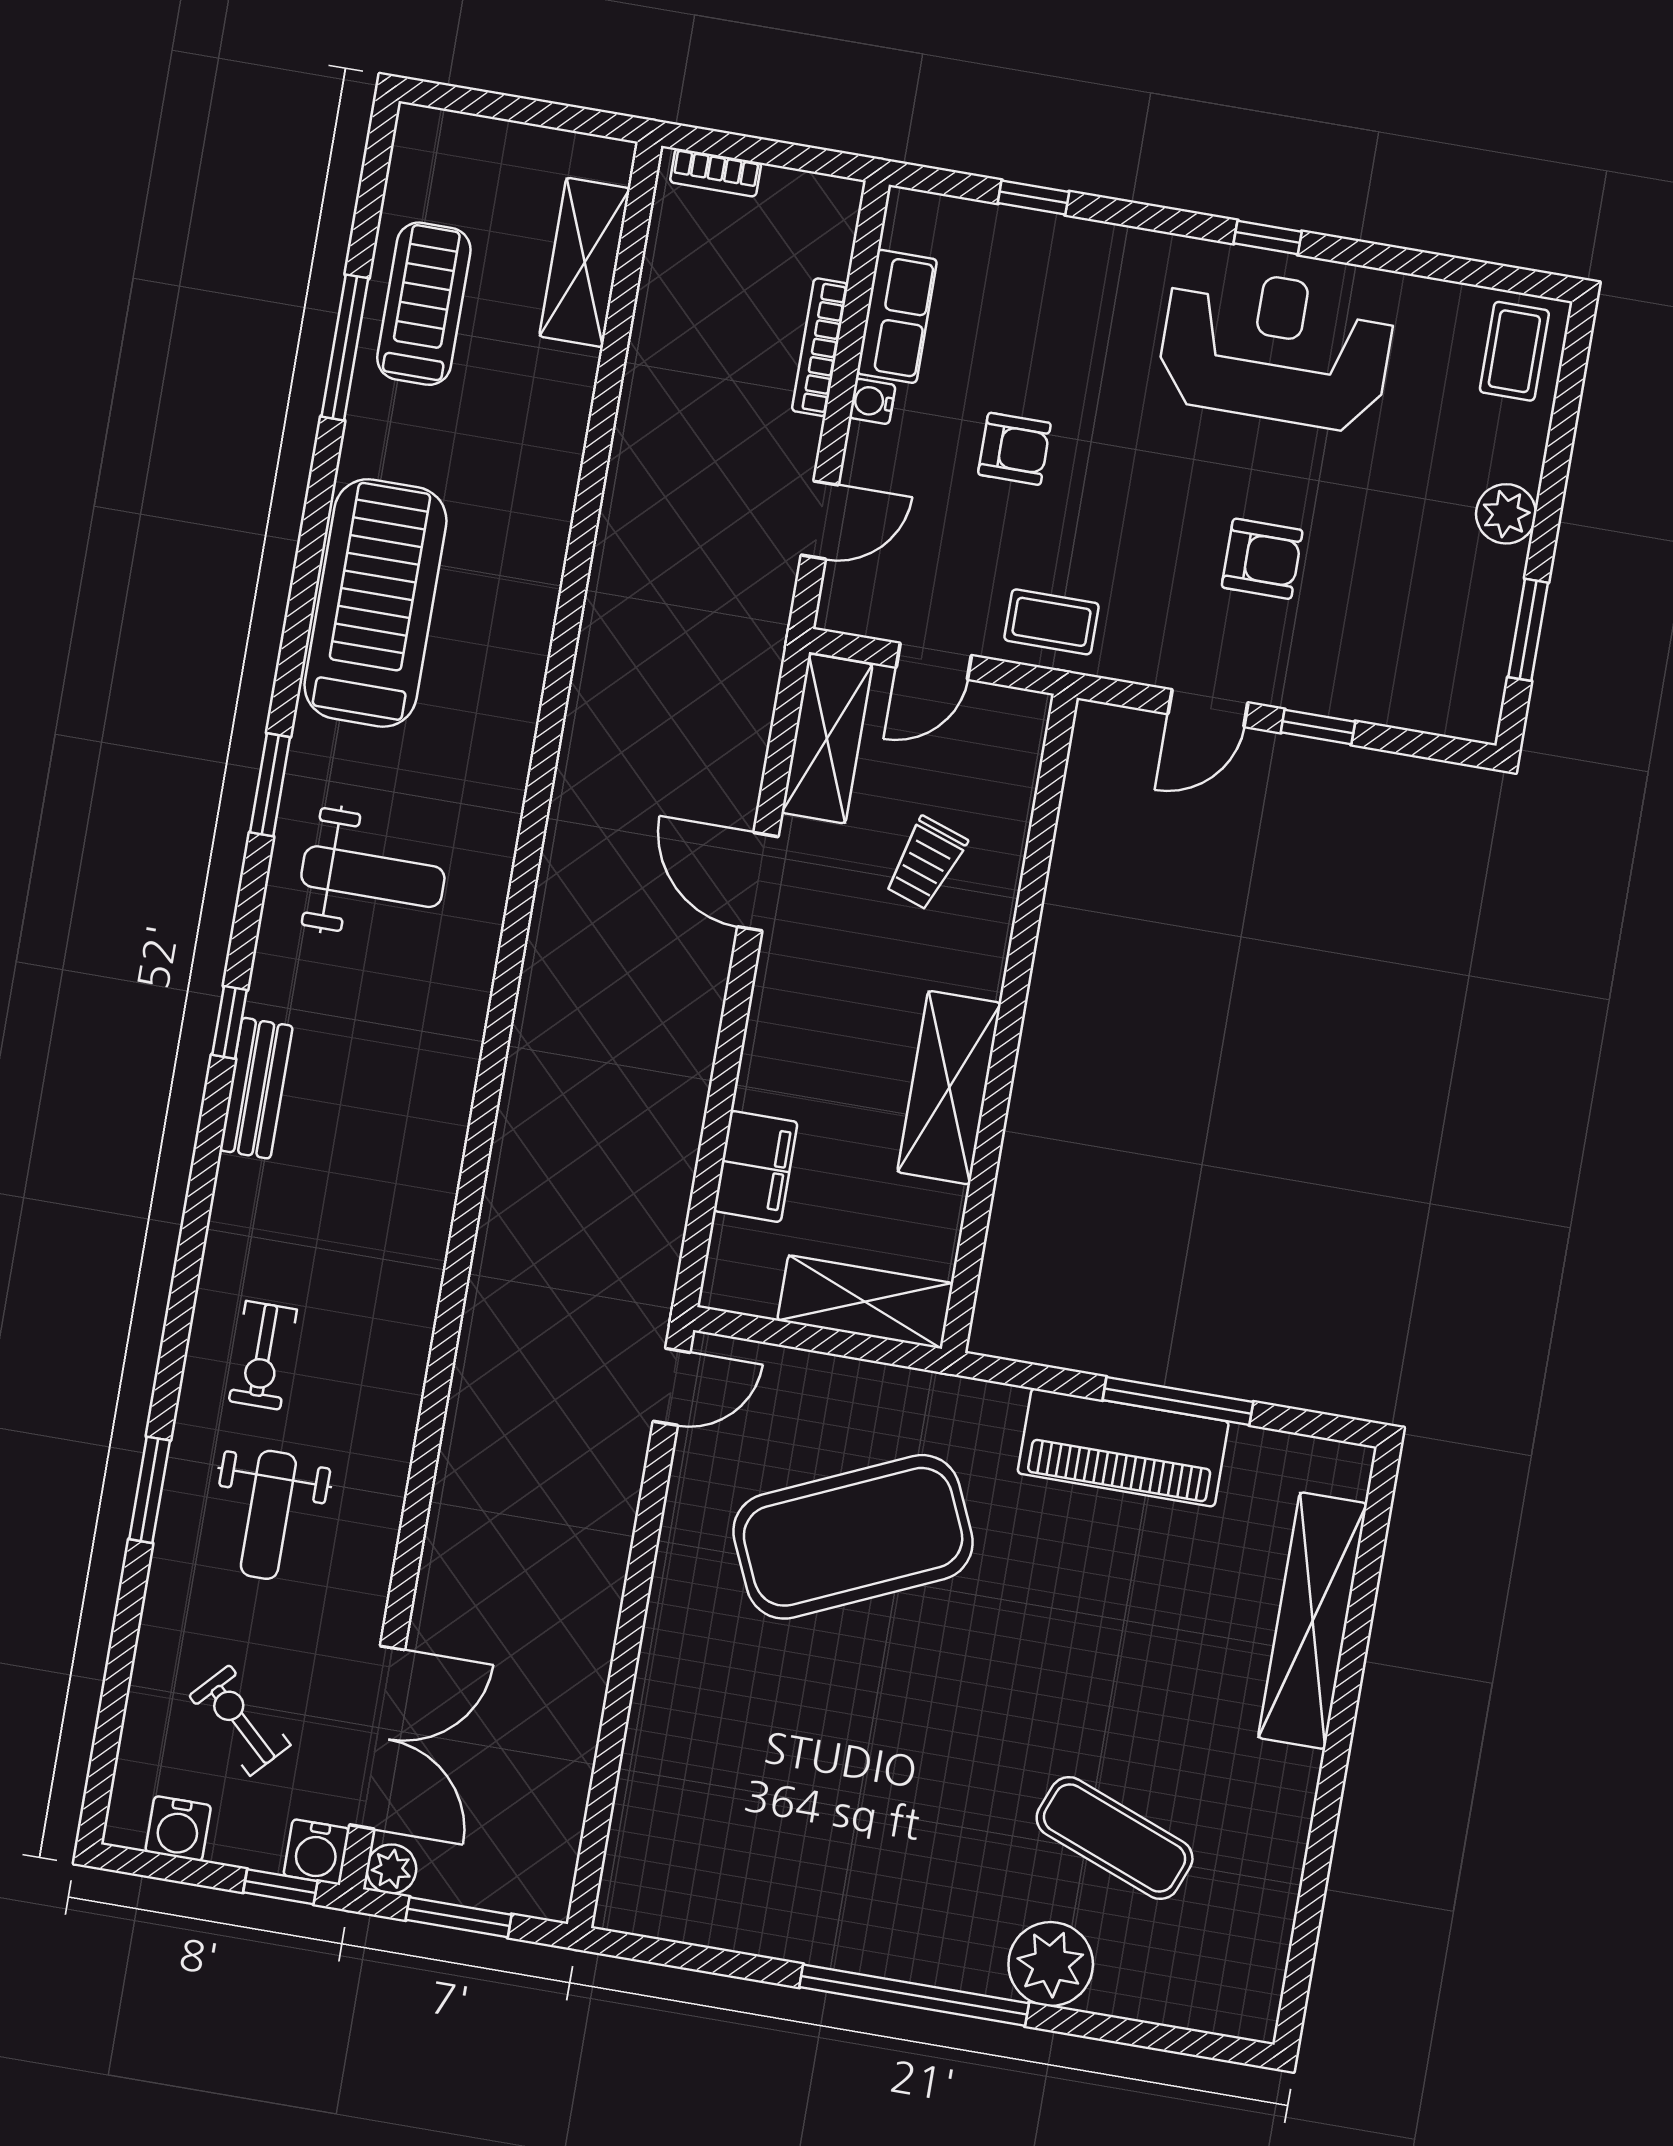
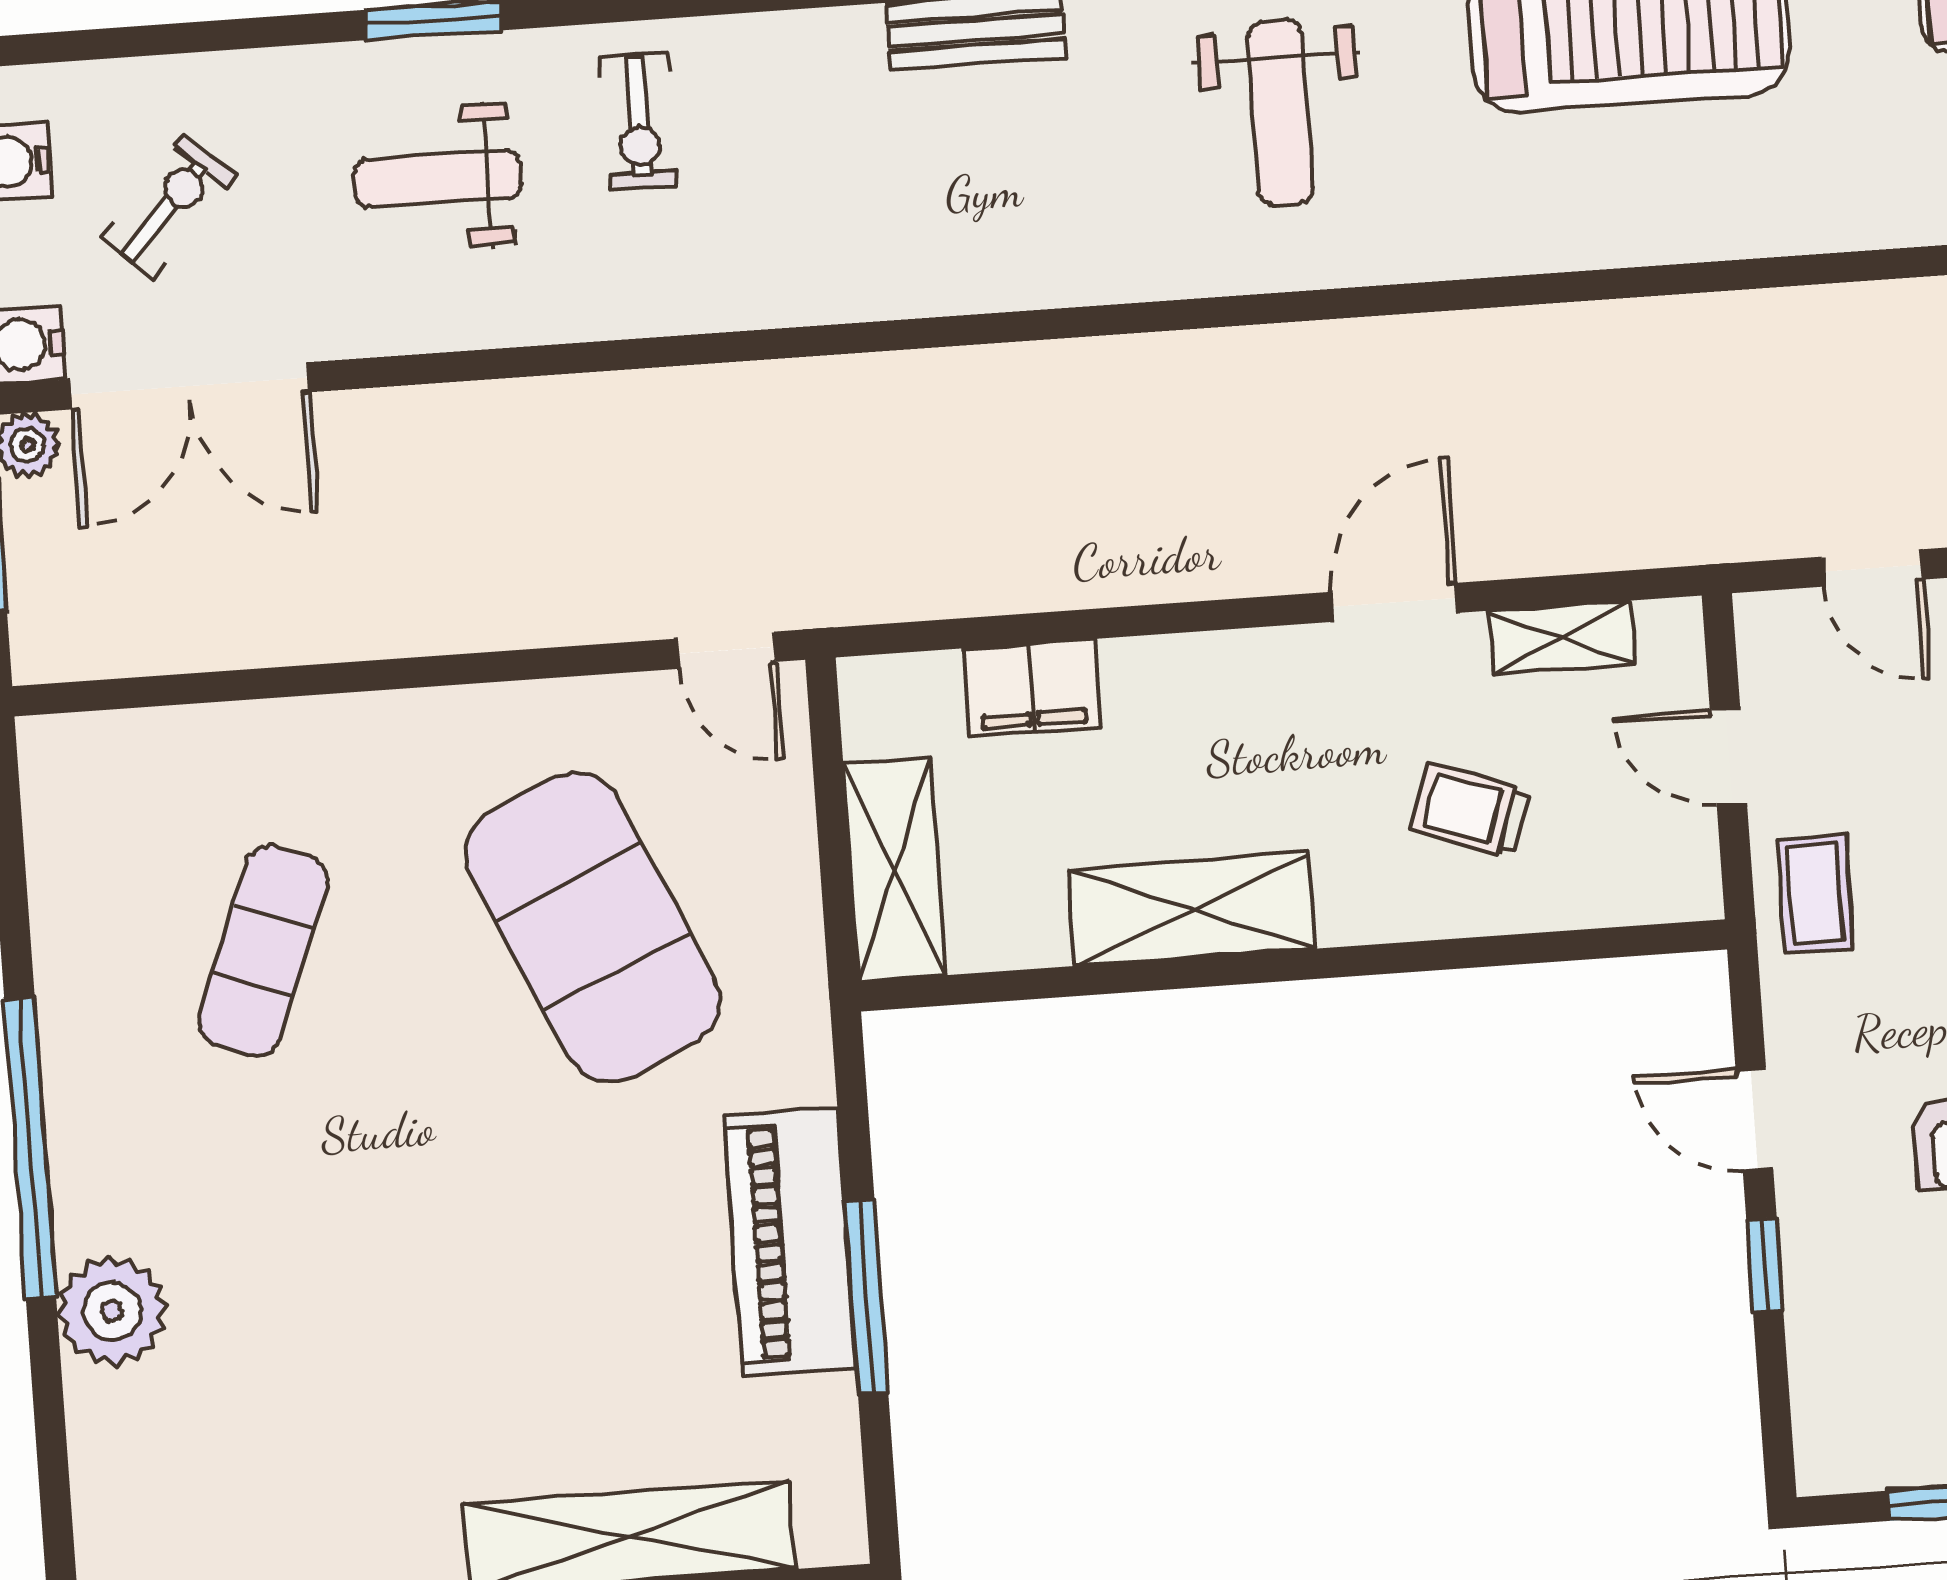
shelving: (827, 739) -> (1561, 637), width x0.67, depth x0.75
exercise bike: (263, 1355) -> (639, 122), turned -90
exercise mat: (1115, 1838) -> (263, 951), moved

